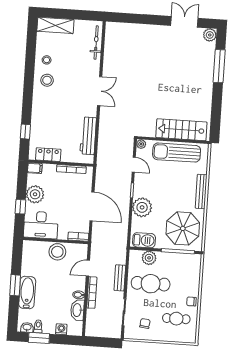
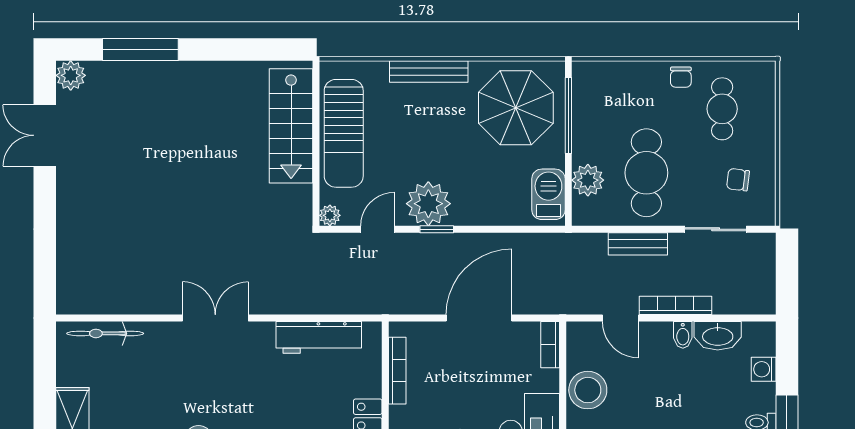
plant: (142, 207) -> (428, 204), moved

